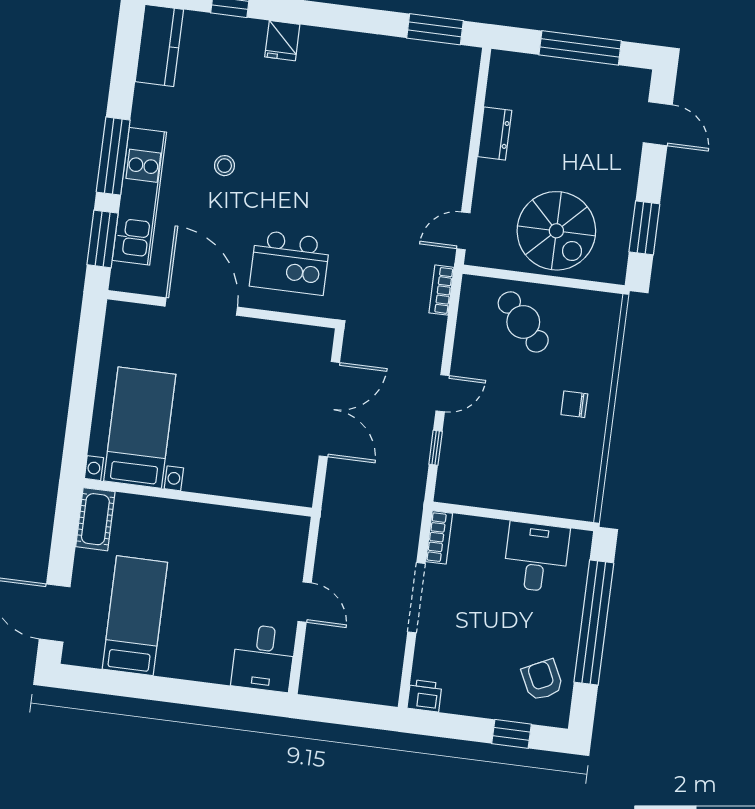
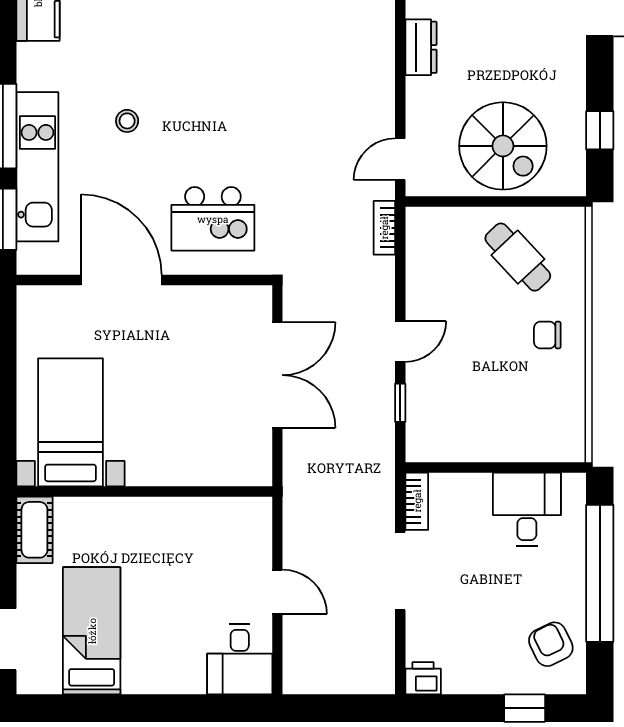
window: (644, 228) -> (600, 130), width x0.67
cafe table: (523, 322) -> (518, 257), moved

